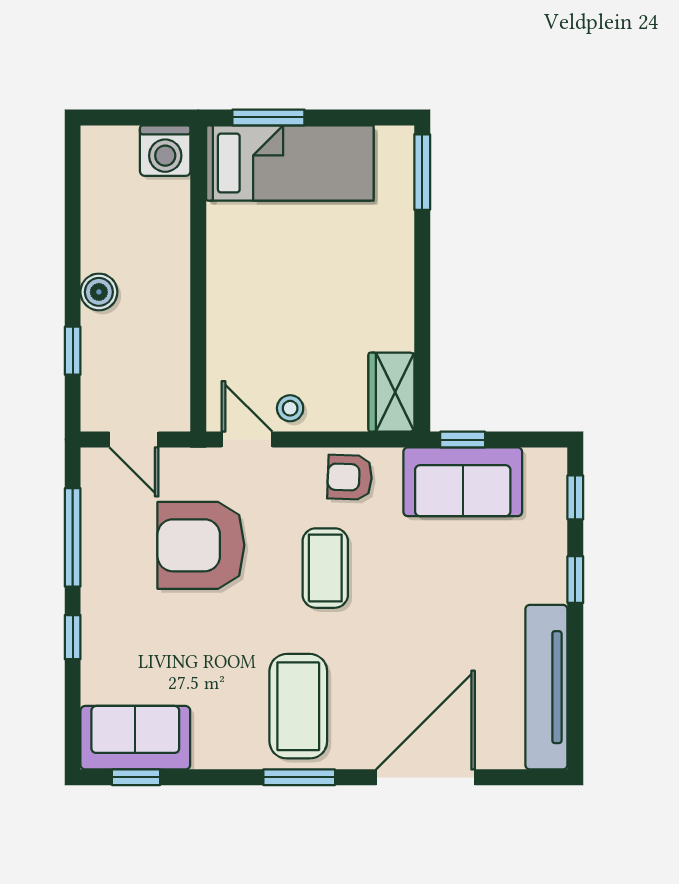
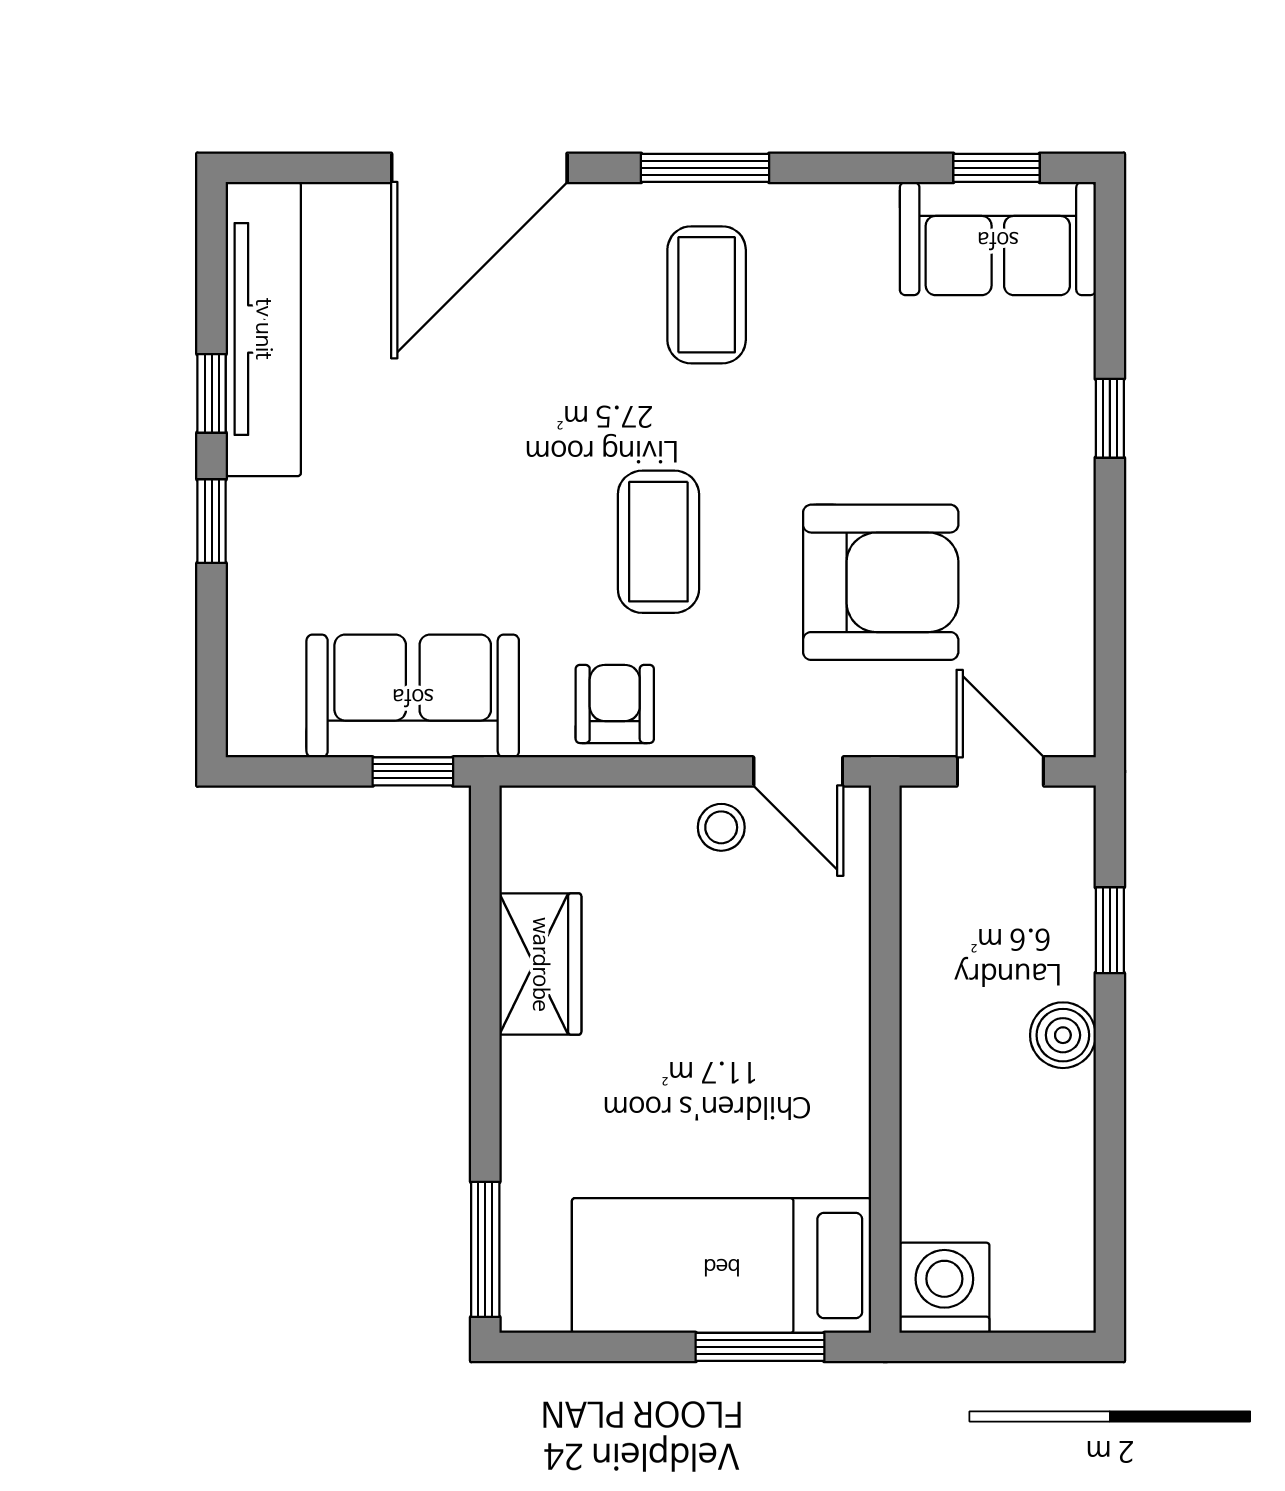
wardrobe: (391, 392) -> (540, 964), moved
armchair: (350, 477) -> (615, 704), turned -92
window: (575, 497) -> (212, 393), moved
window: (73, 537) -> (1110, 597), removed
coffee table: (298, 706) -> (707, 295), width x0.73, depth x0.76

